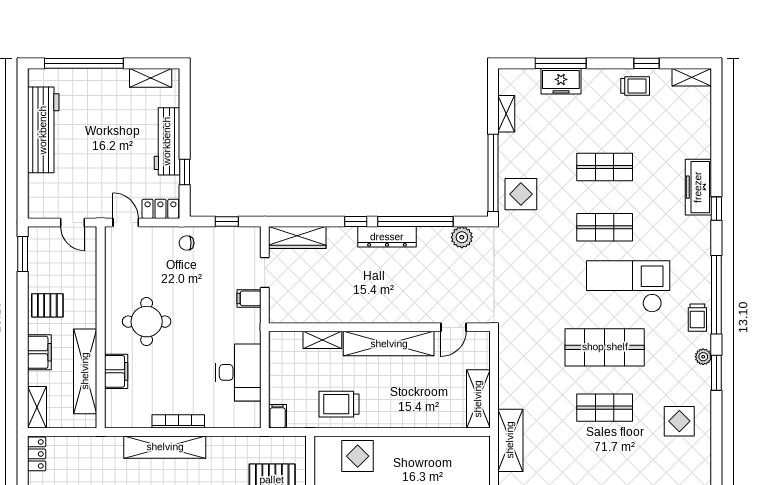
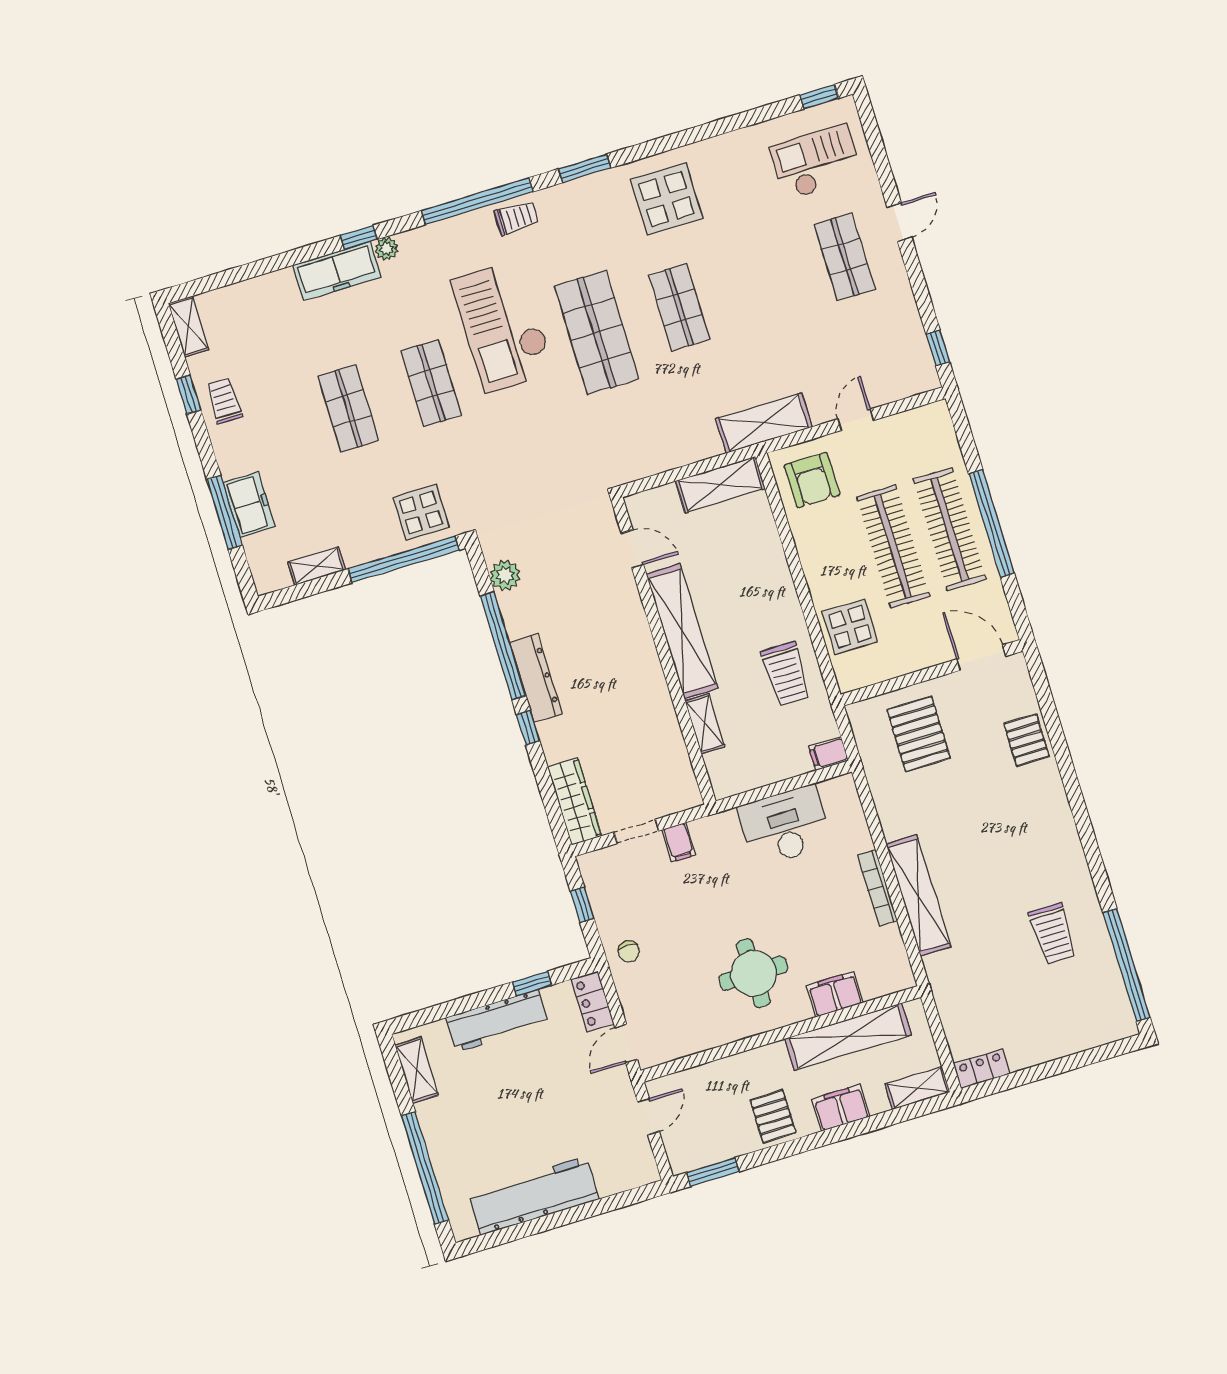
plant: (703, 357) -> (387, 249), moved
display table: (679, 421) -> (666, 199), width x1.36, depth x1.36
armchair: (463, 461) -> (812, 480), added

